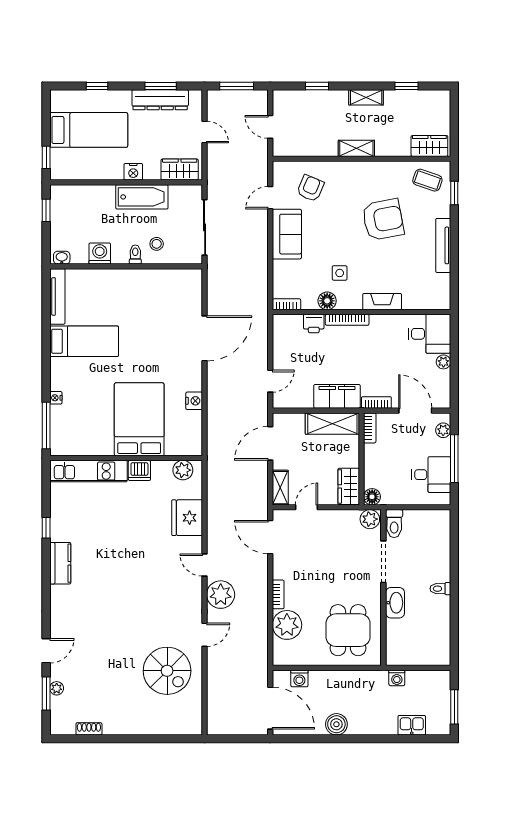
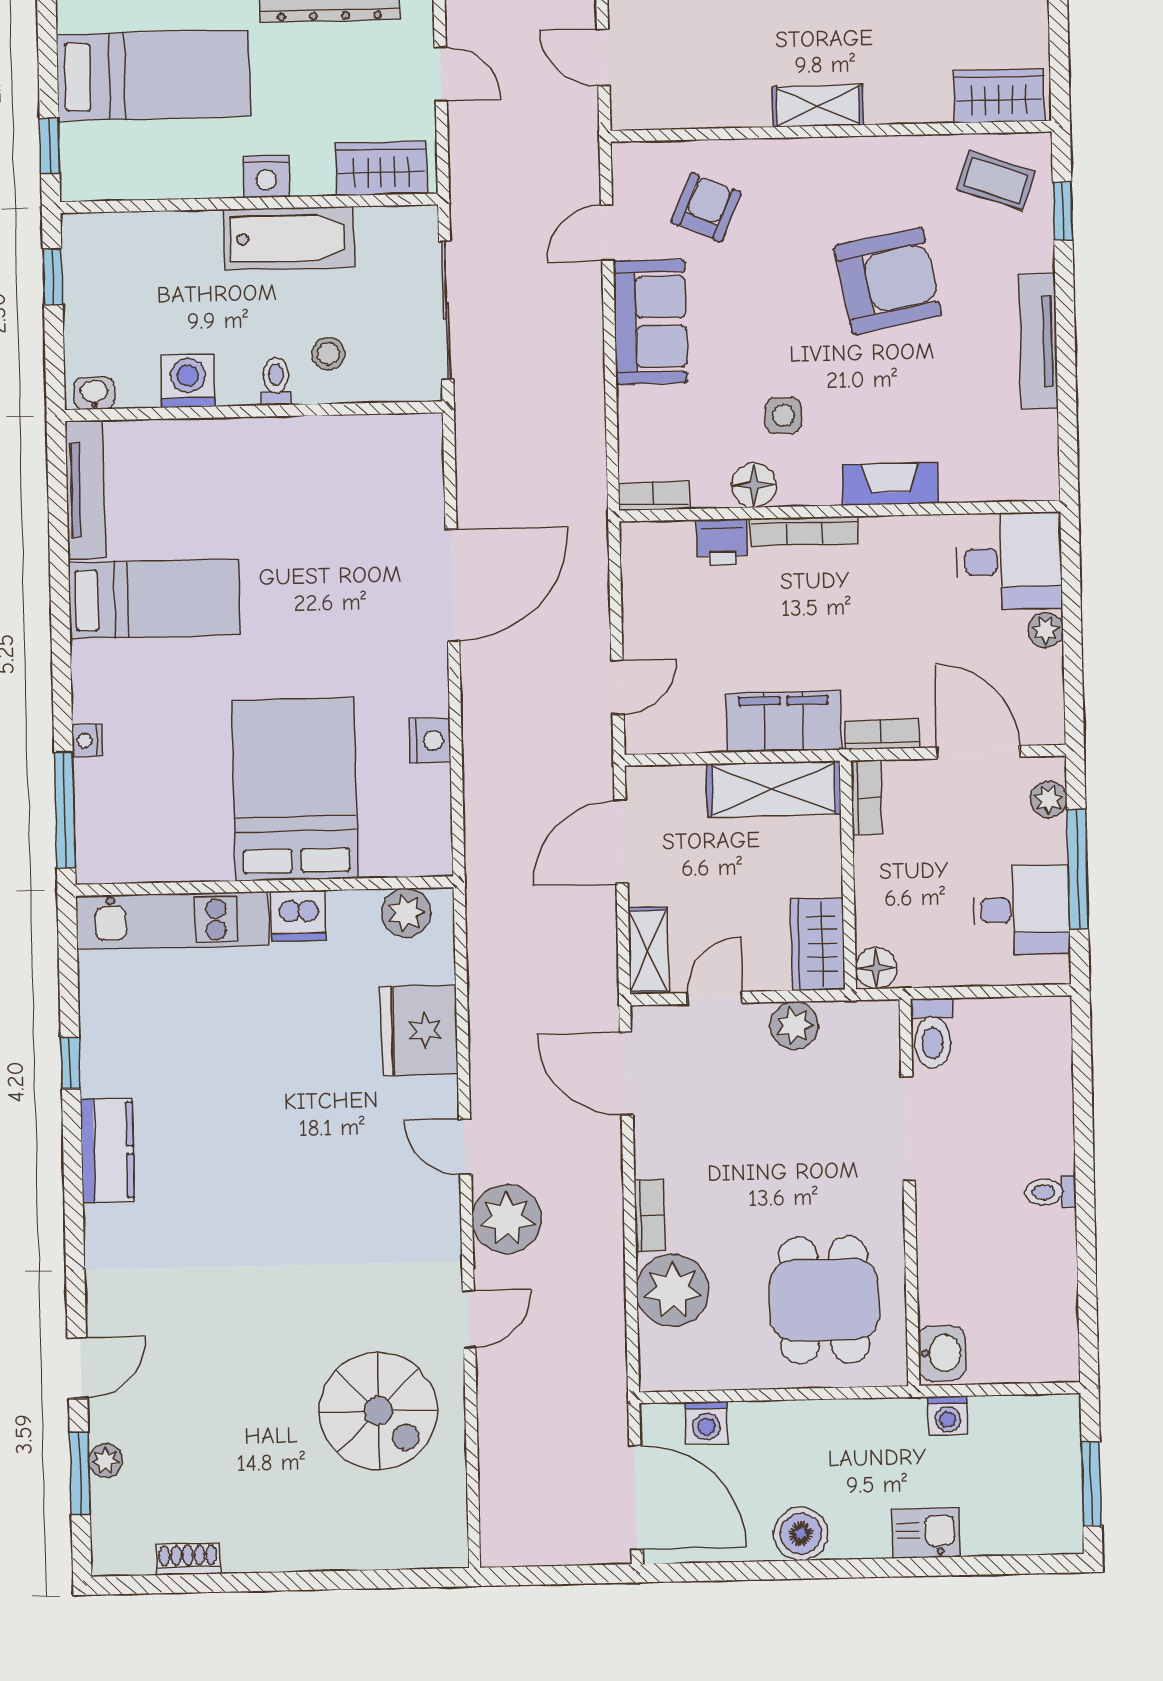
plant: (370, 519) -> (794, 1025), moved
washbasin: (395, 603) -> (942, 1353), moved, width x0.72
kitchen sink: (412, 725) -> (926, 1533), moved

